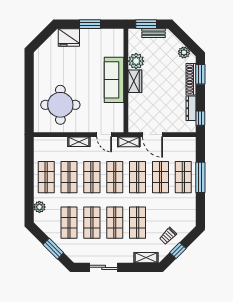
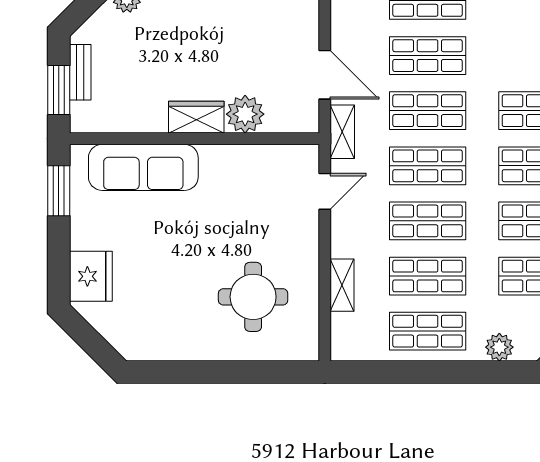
window: (90, 24) -> (59, 191), moved
plant: (136, 61) -> (245, 114), moved
sofa: (114, 80) -> (143, 167), moved
round table: (60, 105) -> (253, 297), width x0.73, depth x0.73
door: (152, 135) -> (325, 75), hinge flipped
shelving: (79, 142) -> (342, 285), moved

